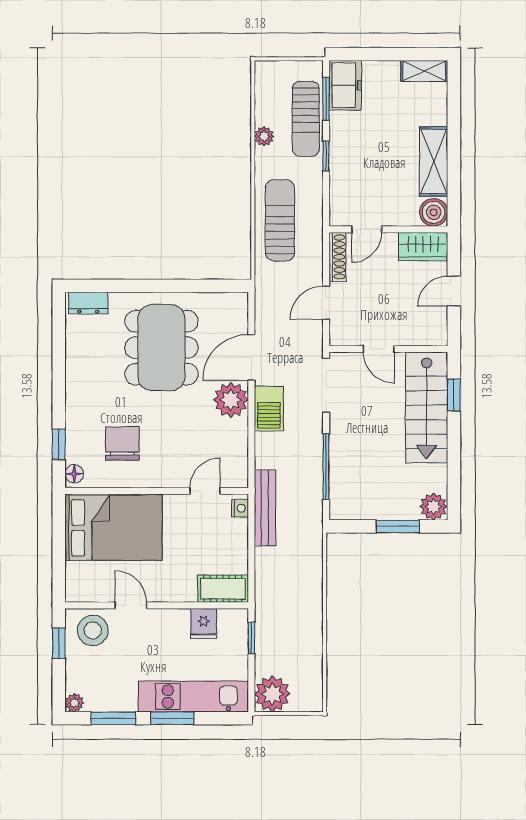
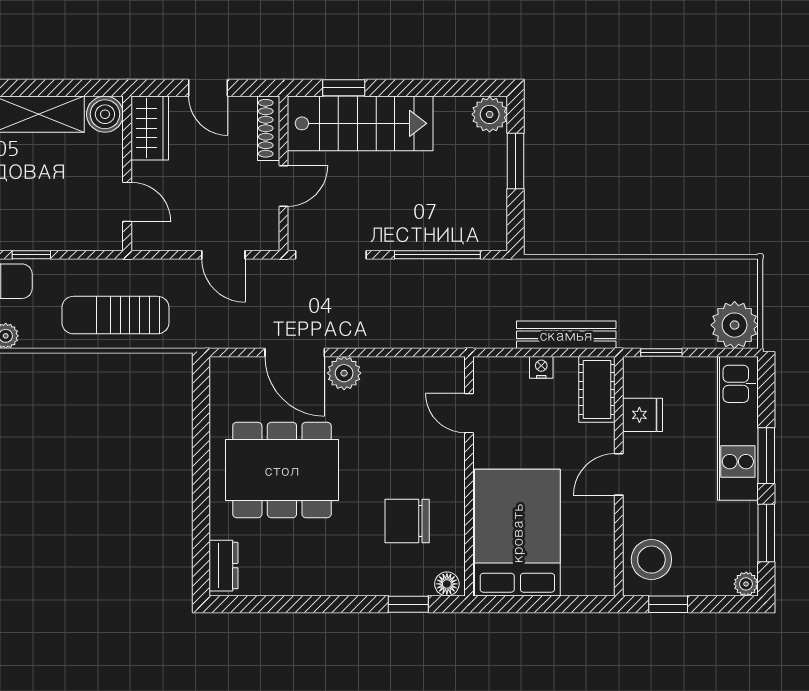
shoe rack: (337, 257) -> (269, 128), moved, turned -90
plant: (231, 400) -> (344, 373), width x0.73, depth x0.73
barbecue: (269, 409) -> (361, 330), removed
nightstand: (240, 508) -> (541, 367), moved
bench: (265, 508) -> (566, 335), moved
door: (131, 605) -> (619, 474), moved

